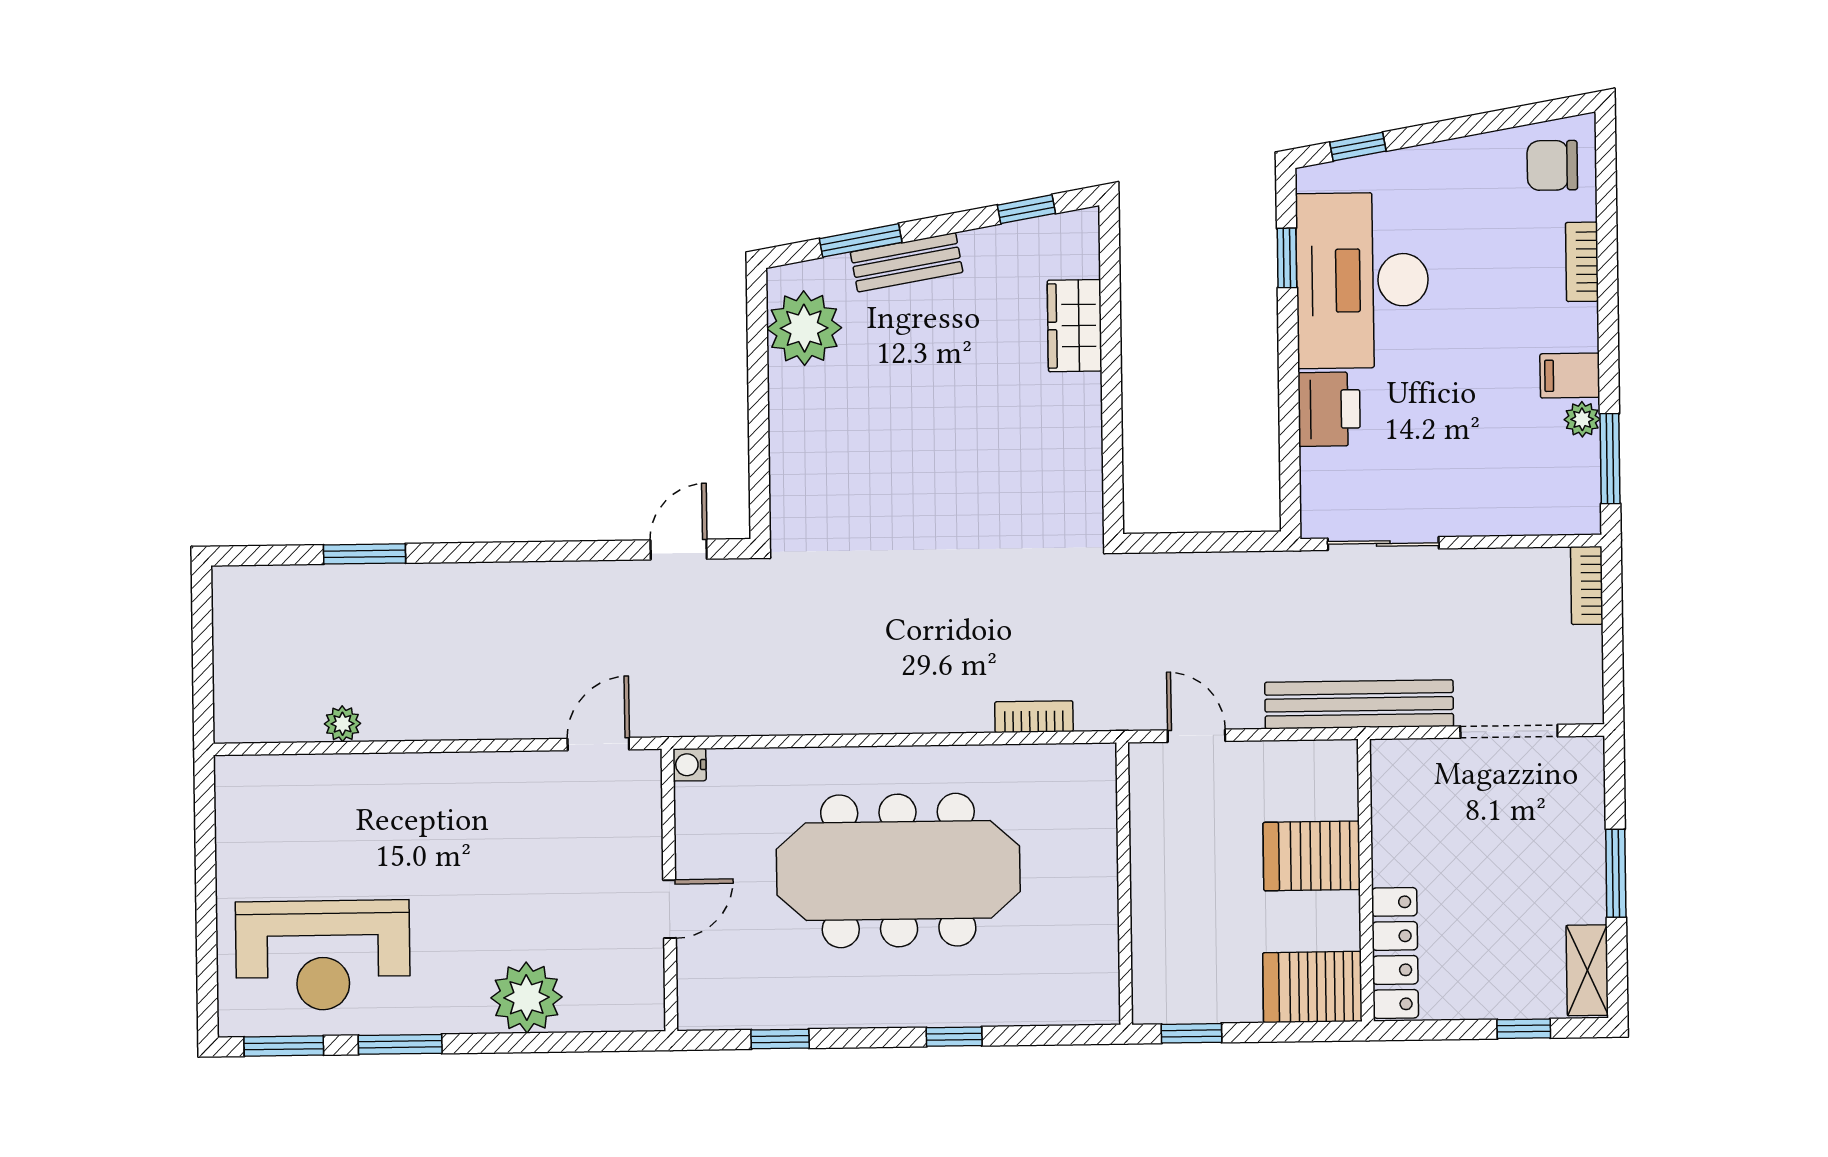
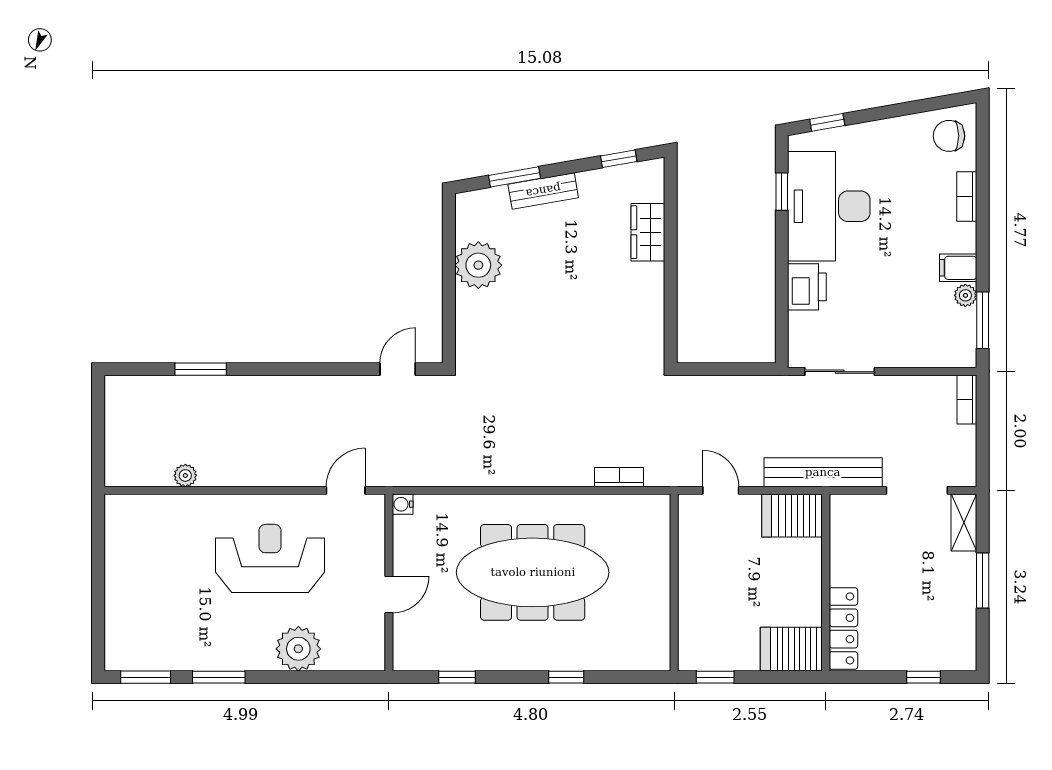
plant: (804, 328) -> (478, 265), moved
server rack: (1312, 856) -> (792, 516), moved
reception desk: (323, 955) -> (270, 558), moved, turned 180
shelving: (1587, 970) -> (964, 523), moved

